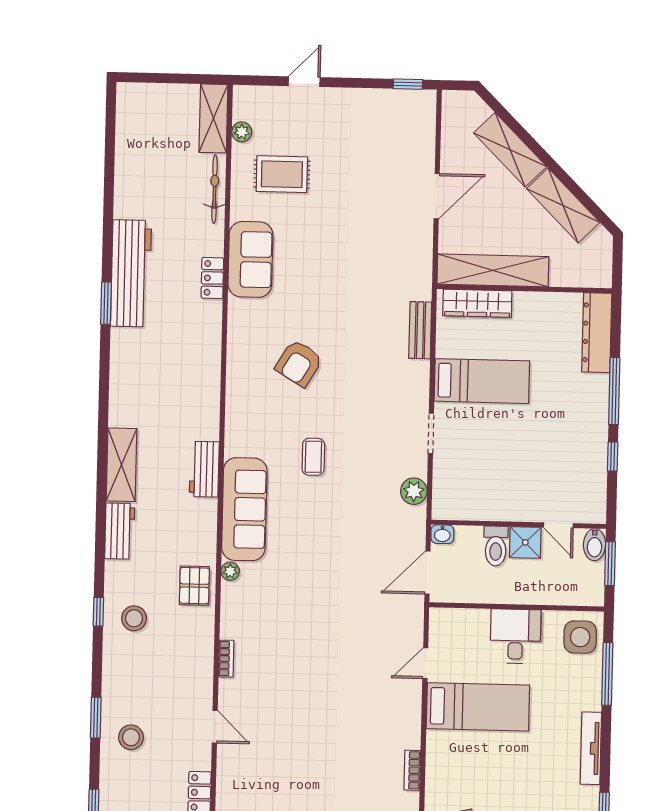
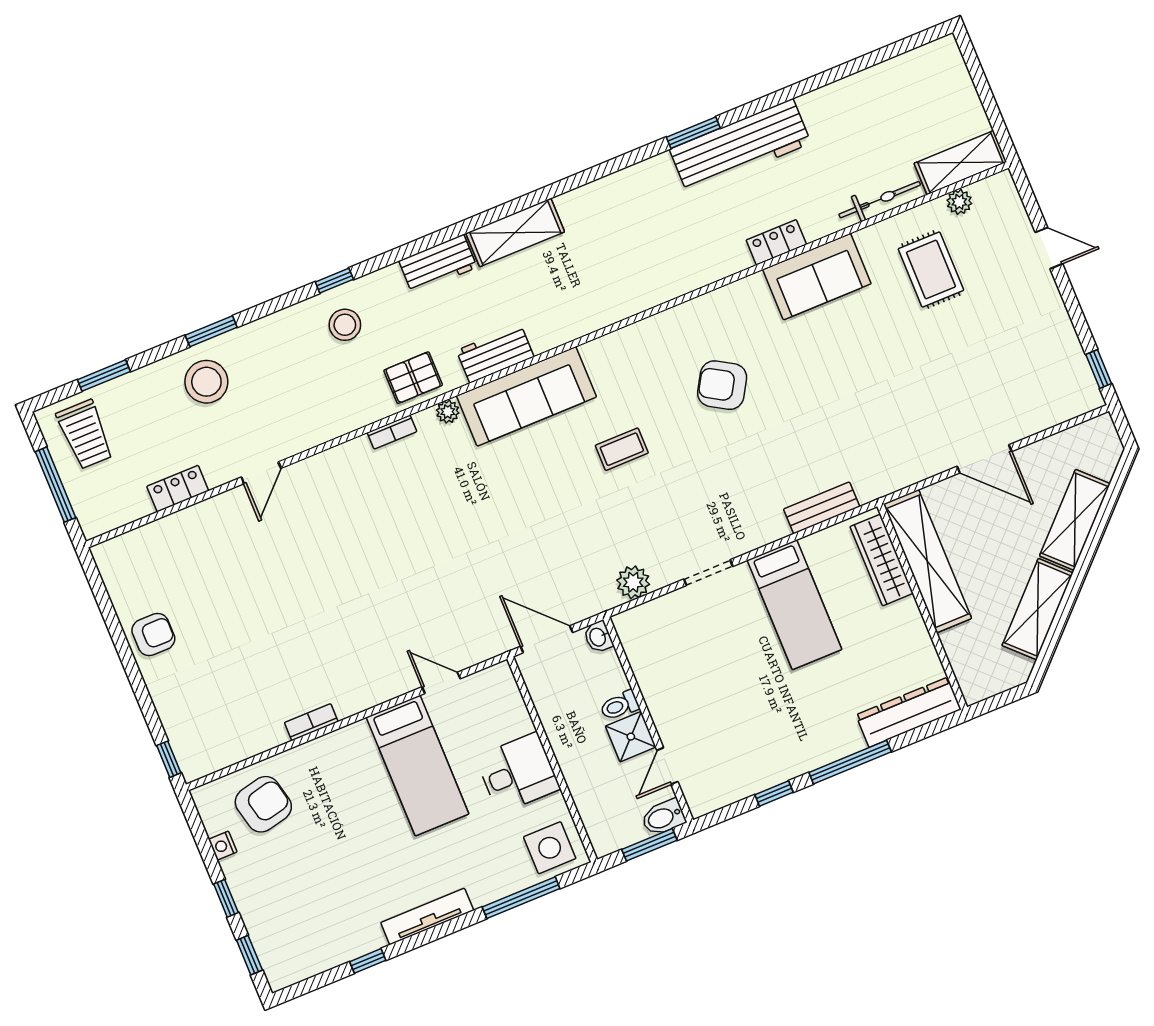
workbench: (204, 469) -> (495, 354), moved
toilet: (496, 546) -> (620, 706), width x0.73, depth x0.72
bookcase: (226, 659) -> (392, 432), moved
stool: (131, 737) -> (206, 382), width x1.38, depth x1.38

